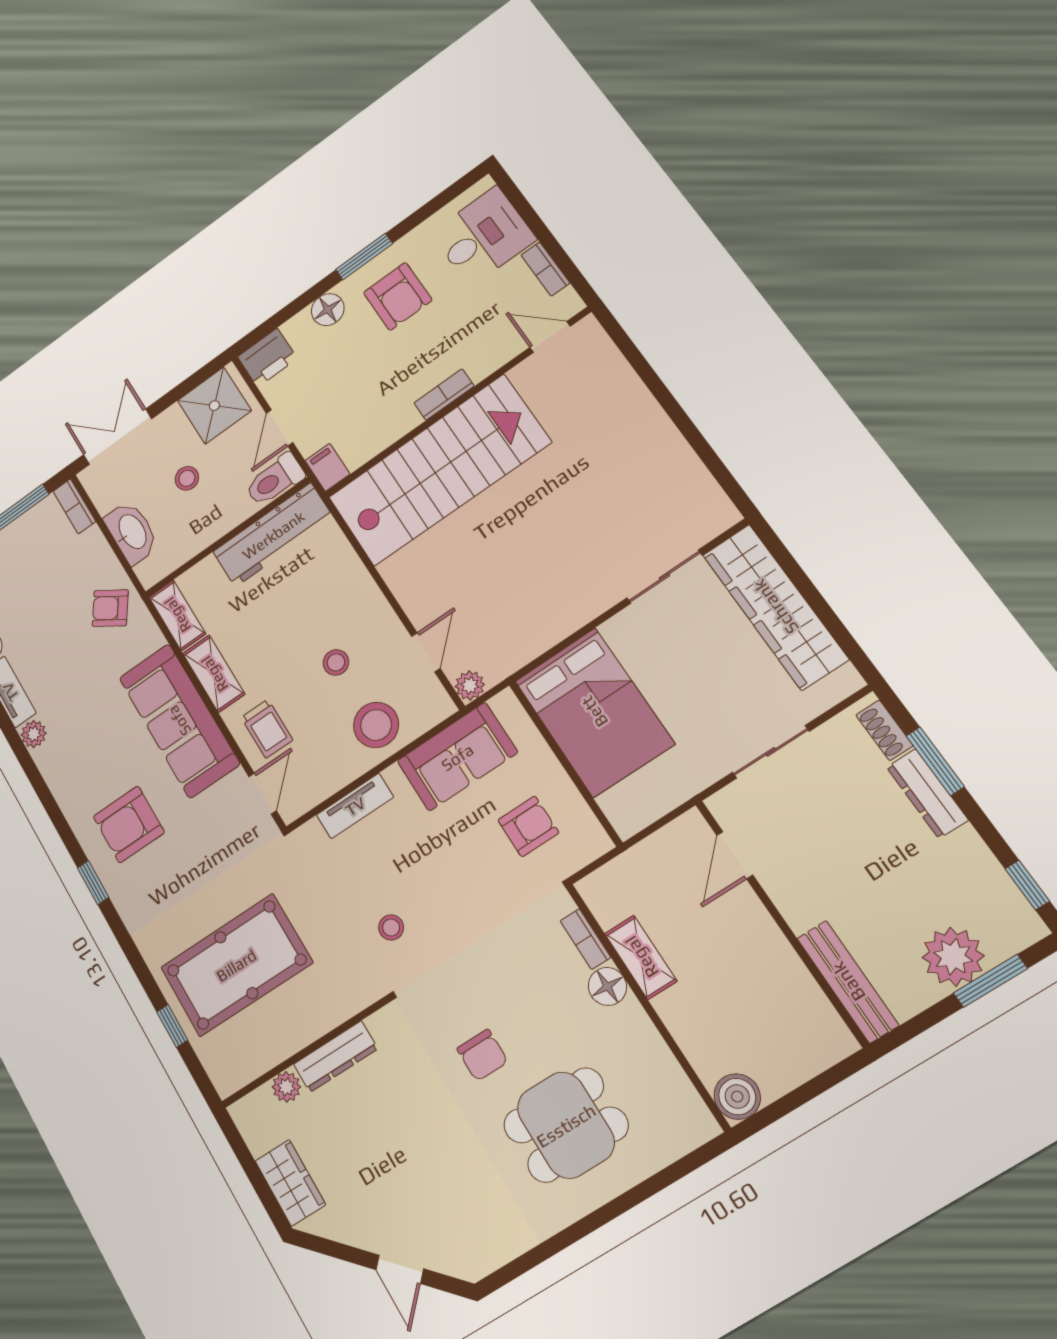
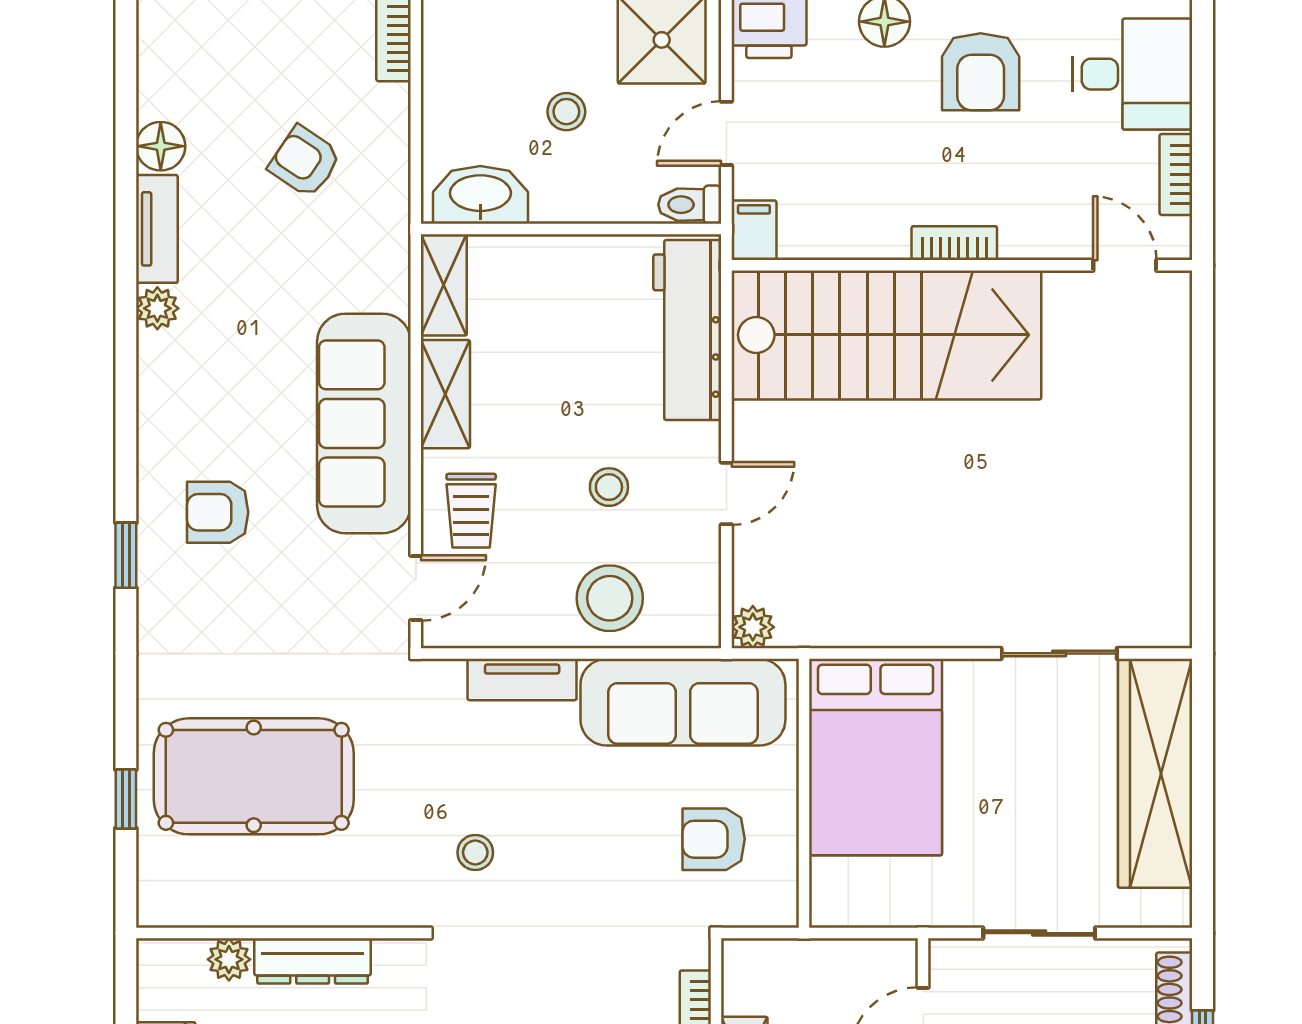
toilet: (275, 480) -> (690, 205), width x0.73, depth x0.72
washbasin: (132, 532) -> (480, 195), moved, turned -90
workbench: (273, 535) -> (687, 330), moved, turned 90
armchair: (110, 608) -> (305, 162), moved
door: (426, 652) -> (726, 493), moved
sofa: (457, 757) -> (683, 702), width x1.36
armchair: (129, 824) -> (218, 512), width x0.72, depth x0.72
armchair: (528, 826) -> (714, 839), turned 180

